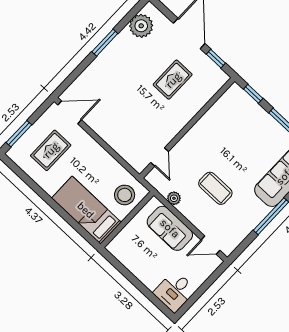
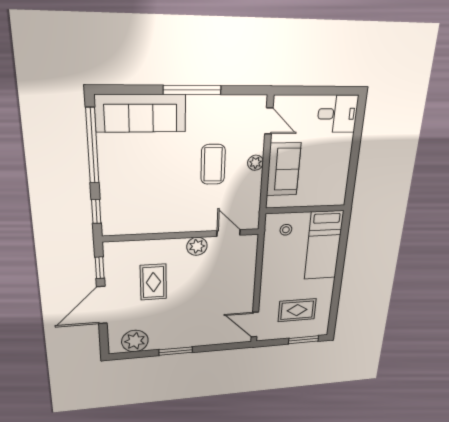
rug: (173, 80) -> (153, 282), turned 90
plant: (170, 129) -> (197, 246), added
door: (160, 157) -> (229, 233), hinge flipped
stool: (125, 195) -> (286, 230), width x0.53, depth x0.53
plant: (174, 198) -> (255, 163), moved

